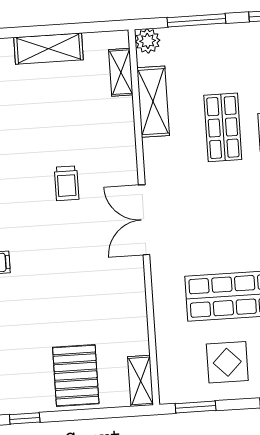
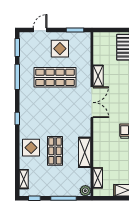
shelving: (153, 102) -> (85, 152), moved
double door: (144, 220) -> (92, 102), moved
shelving: (141, 381) -> (98, 76), moved

